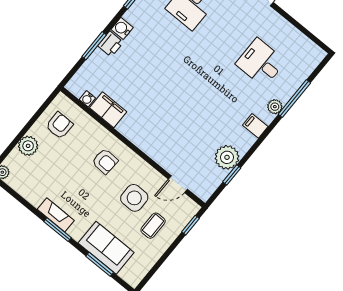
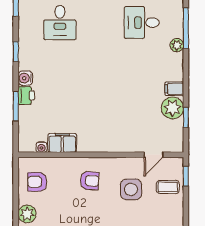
armchair: (59, 125) -> (37, 182), turned -90
filing cabinet: (255, 126) -> (174, 89), moved
coffee table: (153, 226) -> (168, 187), moved, turned 90

